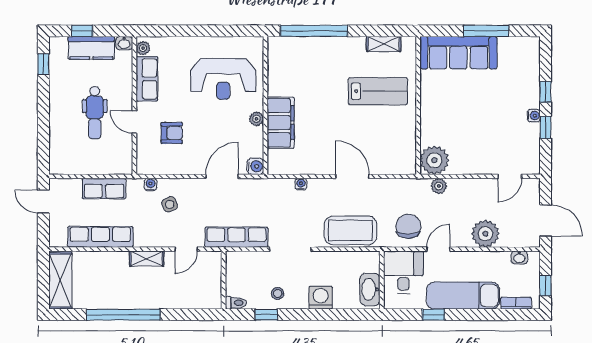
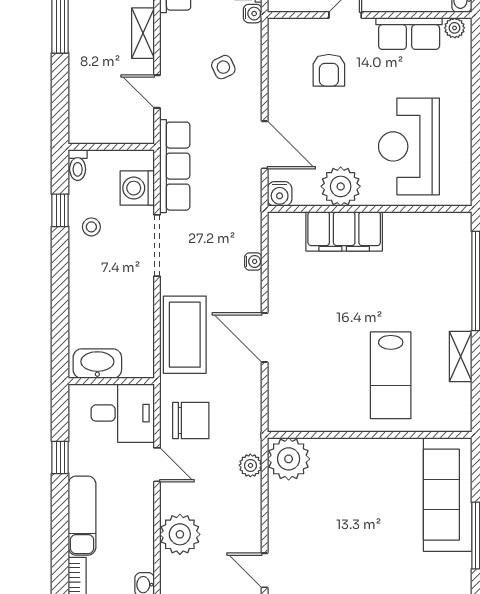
shelving: (384, 44) -> (461, 356), moved
plant: (256, 119) -> (341, 186), width x1.87, depth x1.87
door: (352, 176) -> (265, 338), swing flipped
water cooler: (151, 184) -> (253, 14), moved
exam couch: (463, 296) -> (82, 516), width x0.73, depth x0.69
washing machine: (321, 298) -> (137, 188), moved, turned 180

